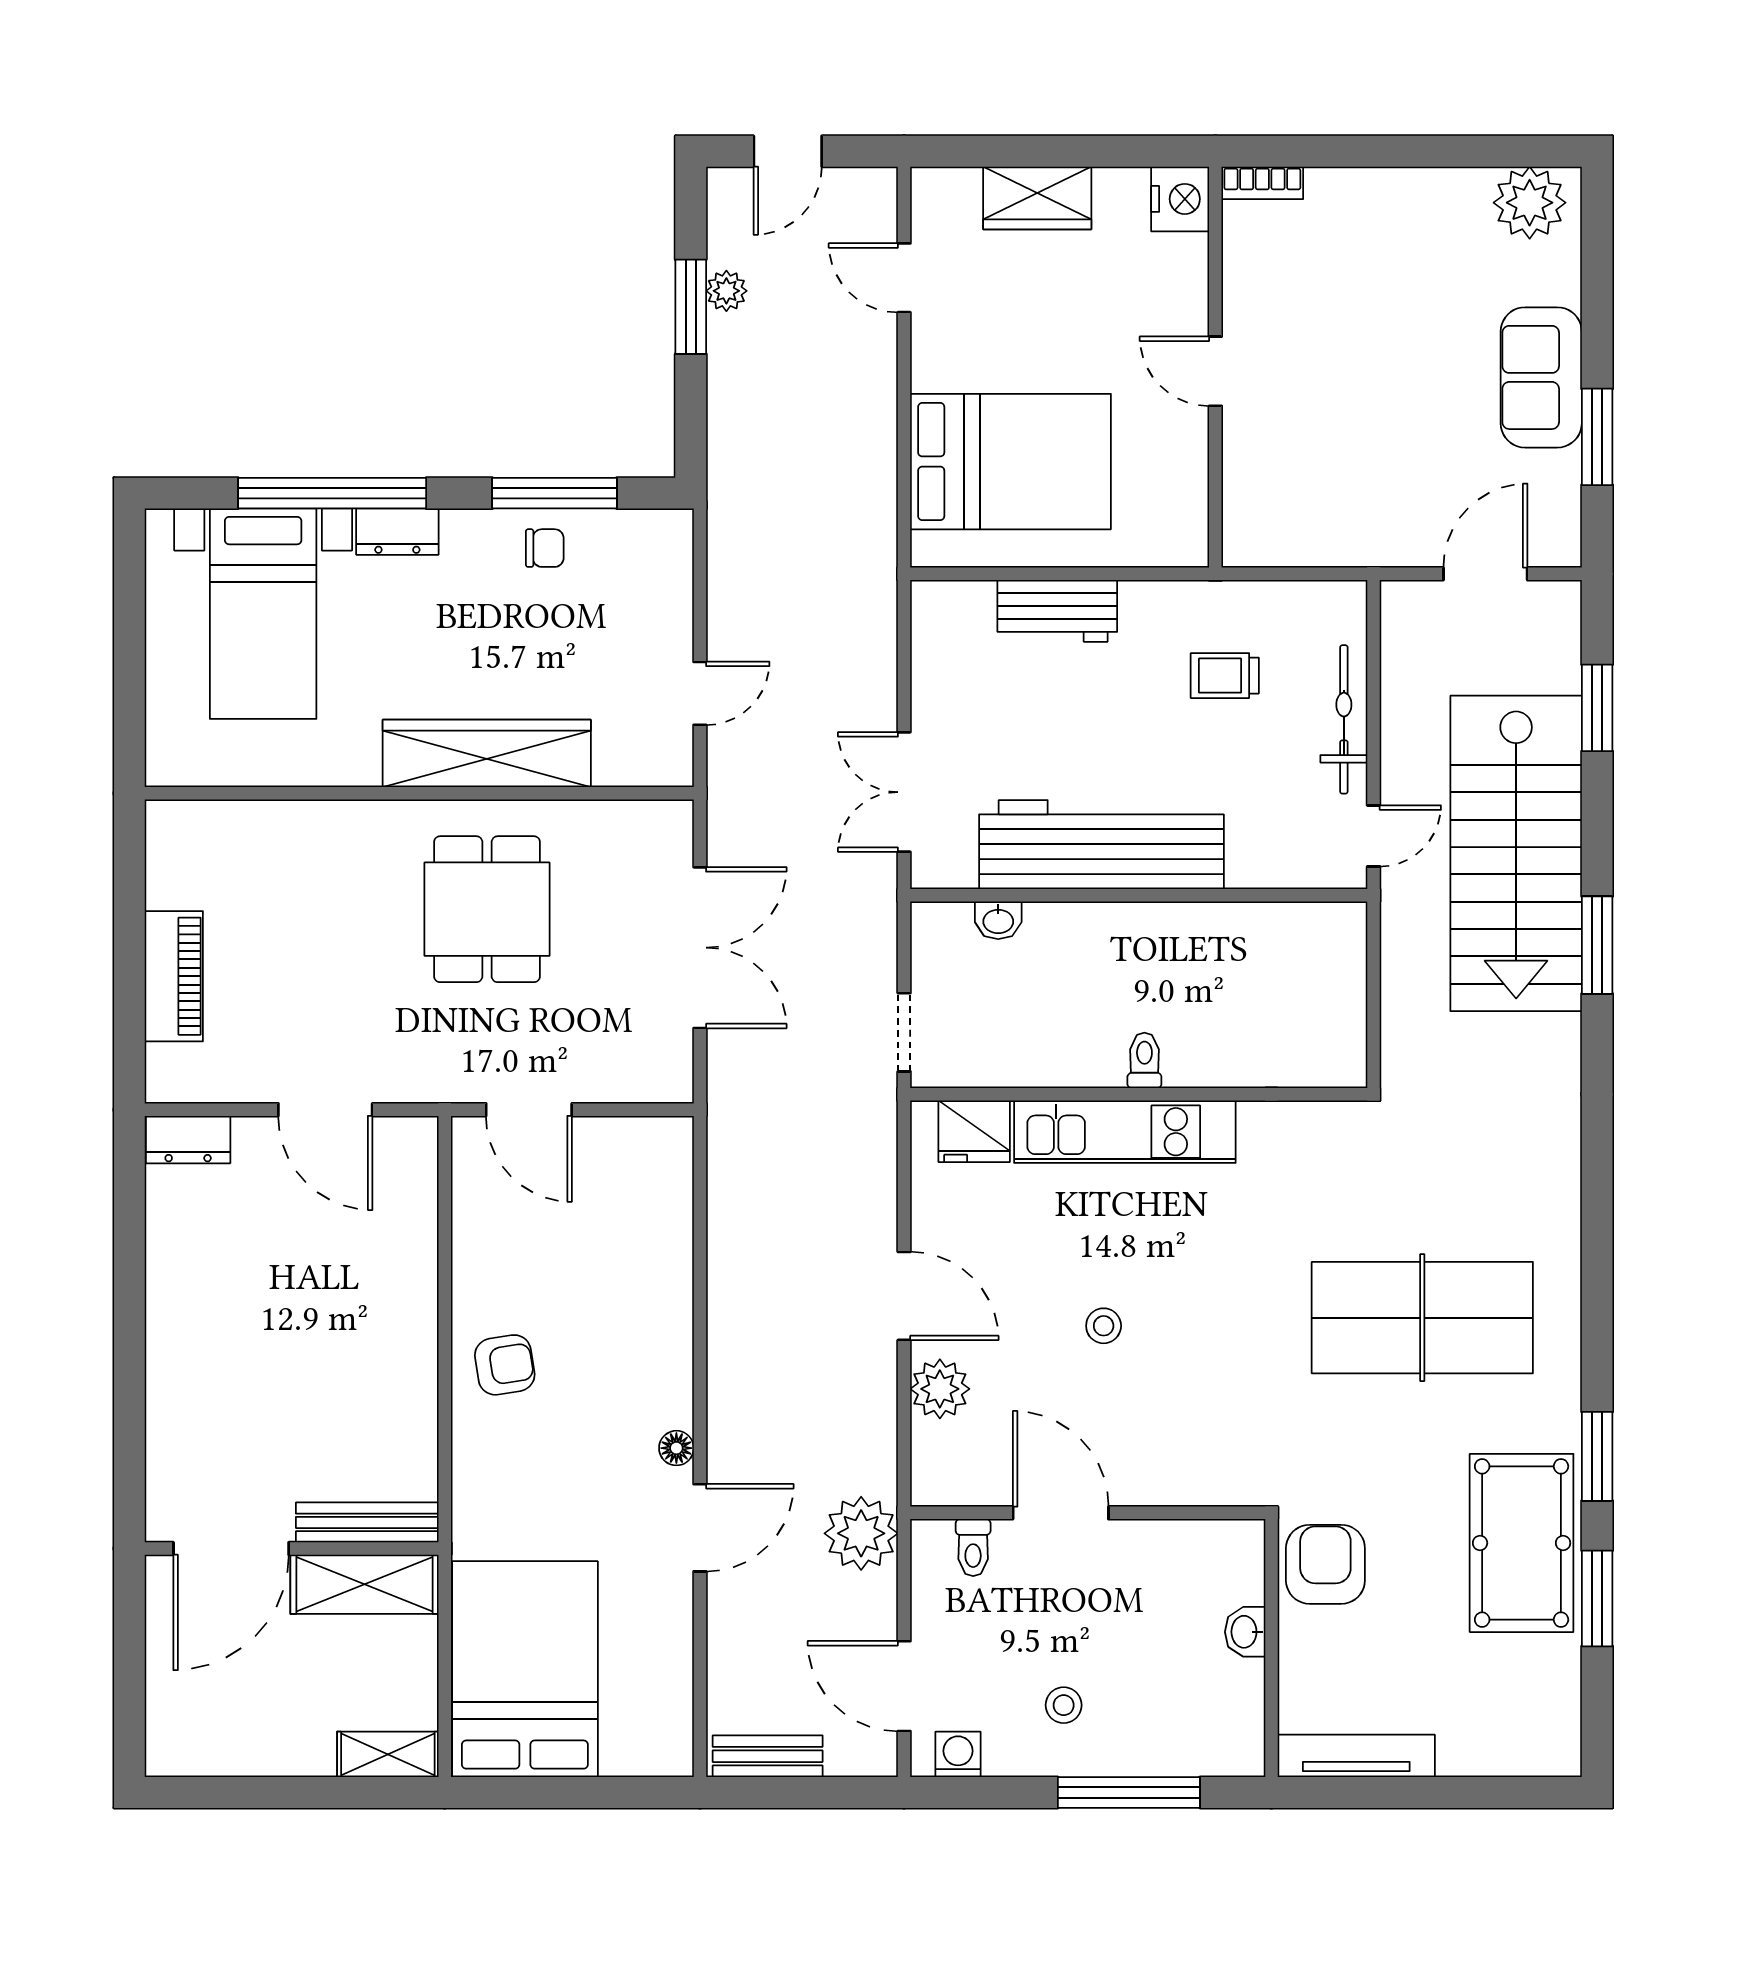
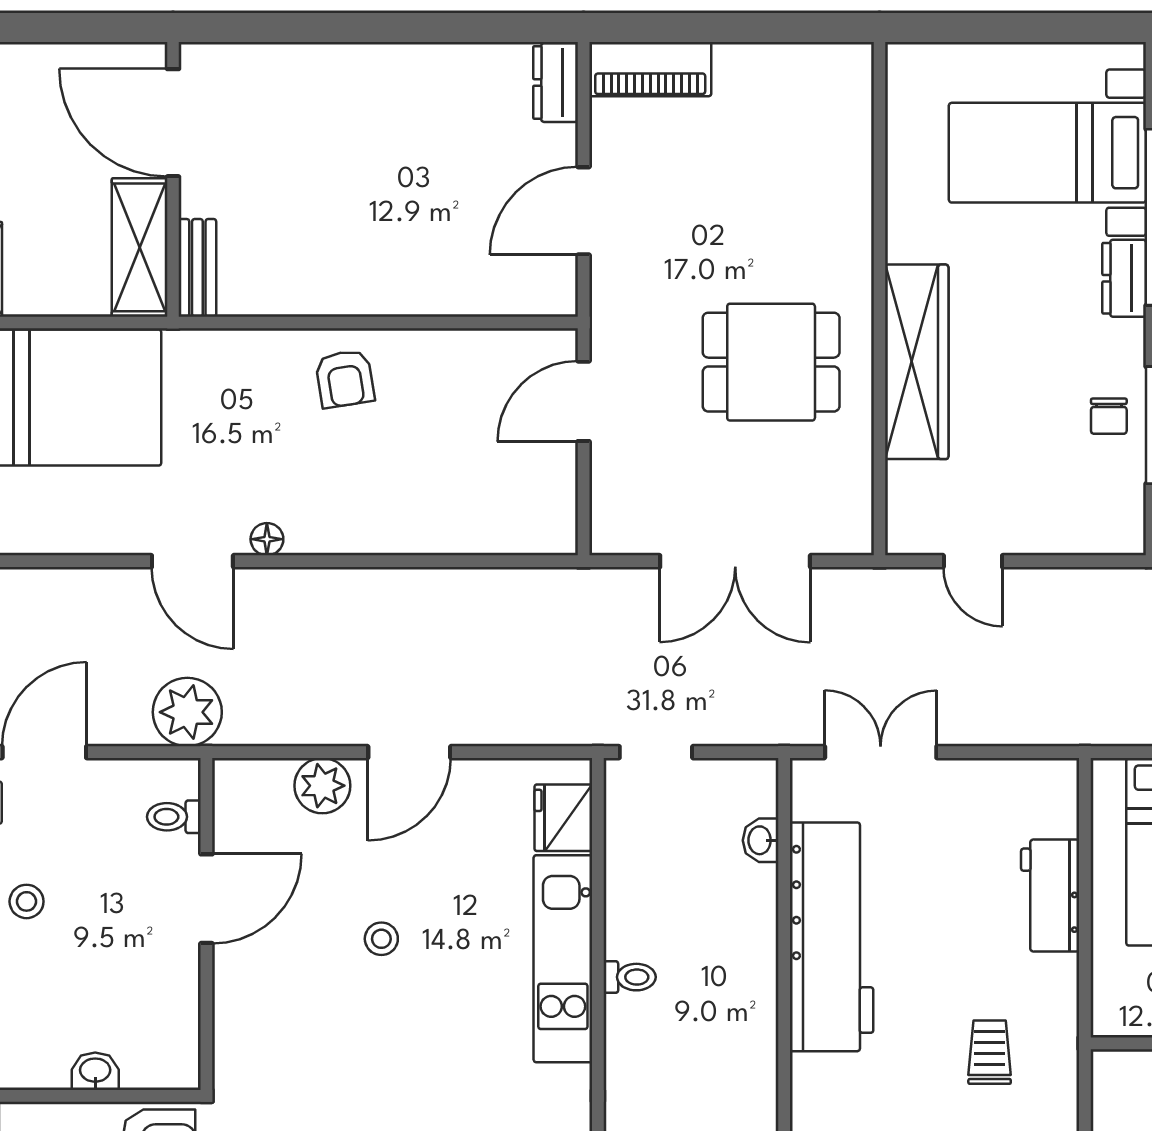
piano: (174, 976) -> (650, 69), moved
bench: (367, 1522) -> (197, 268), width x0.73

